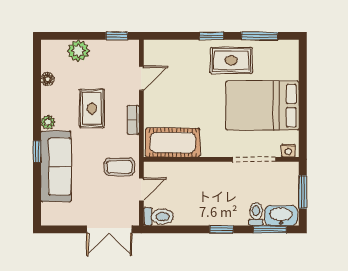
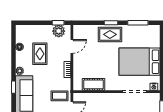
plant: (78, 51) -> (59, 31), moved
rug: (231, 60) -> (110, 34), moved
rug: (92, 108) -> (40, 54), moved
cot: (173, 143) -> (93, 84), width x0.73, depth x0.75

